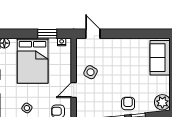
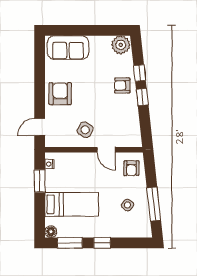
armchair: (121, 51) -> (60, 94), added
bed: (33, 61) -> (72, 204), width x0.67

